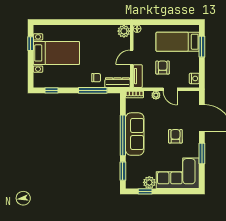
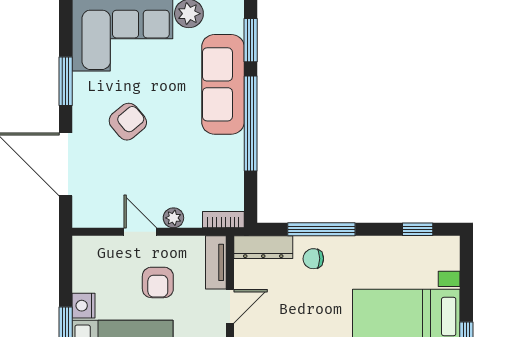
nightstand: (194, 78) -> (83, 306), moved
sofa: (135, 134) -> (223, 84), moved
armchair: (175, 136) -> (128, 122), turned -130

